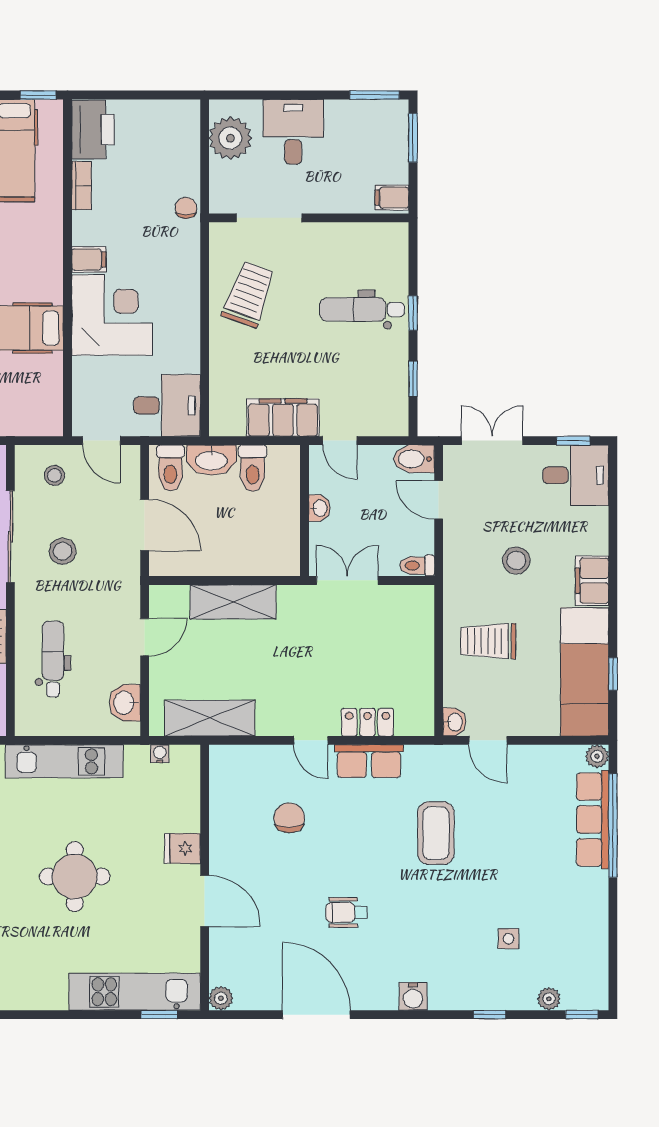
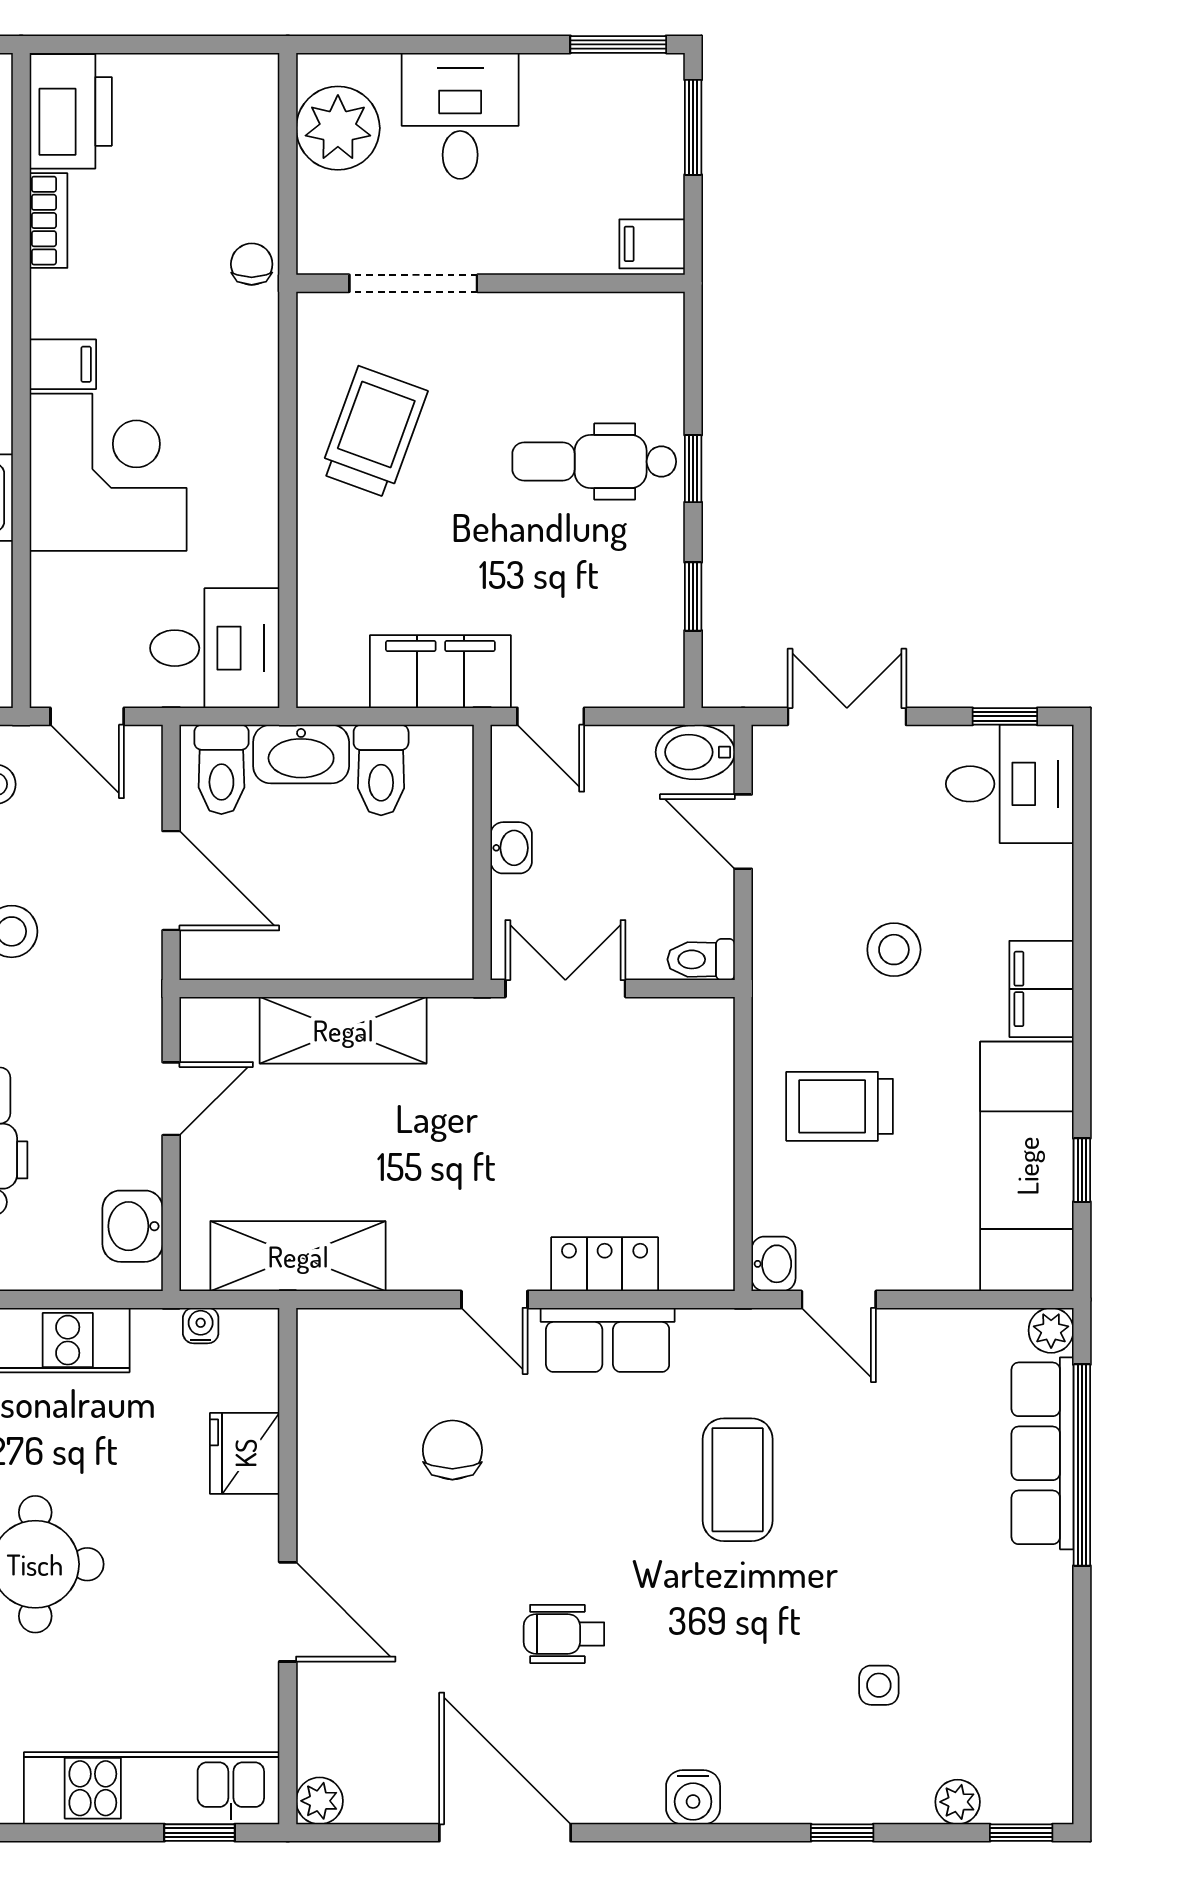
fridge: (182, 848) -> (245, 1453), moved, width x1.38

